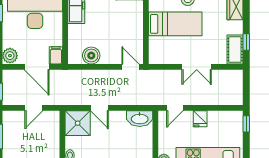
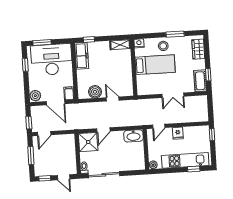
door: (130, 67) -> (113, 99), moved
door: (34, 108) -> (44, 134), moved
door: (99, 108) -> (103, 130), hinge flipped

